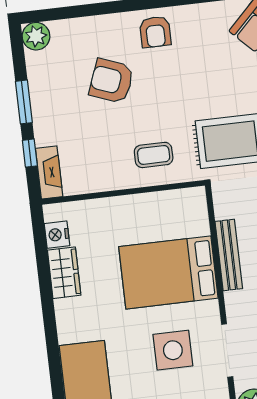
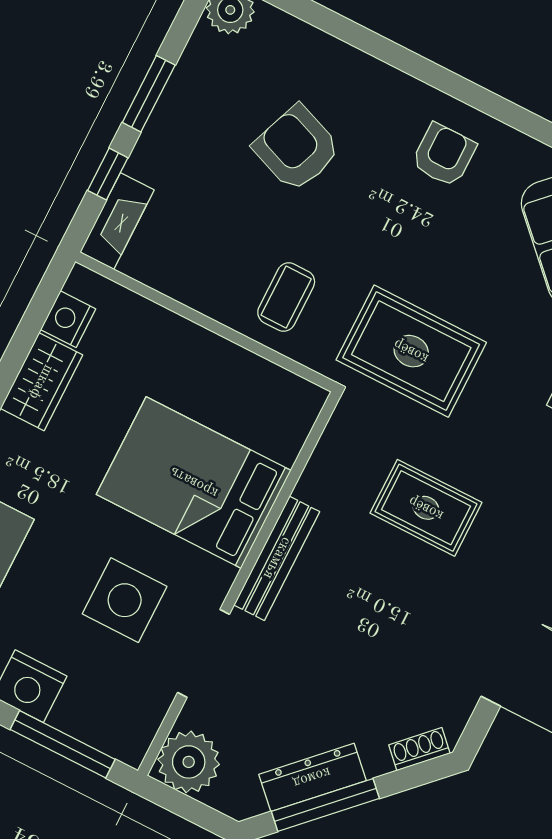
armchair: (155, 32) -> (444, 155), moved, turned 180
coffee table: (154, 155) -> (286, 297), turned 90
bench: (229, 255) -> (277, 558), moved

